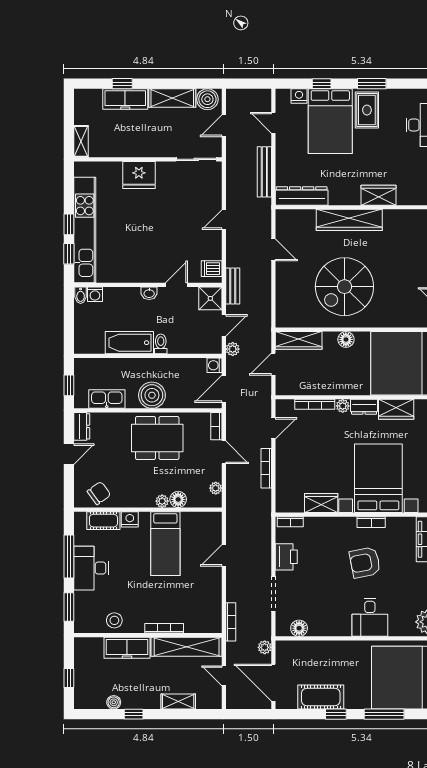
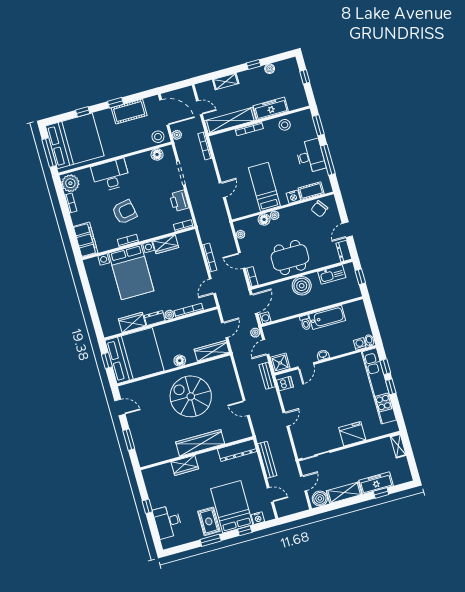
spiral stairs: (344, 287) -> (191, 396), turned -90
desk: (370, 617) -> (111, 175), width x1.37
stool: (291, 652) -> (158, 137), added
window: (384, 714) -> (83, 112), width x0.46

